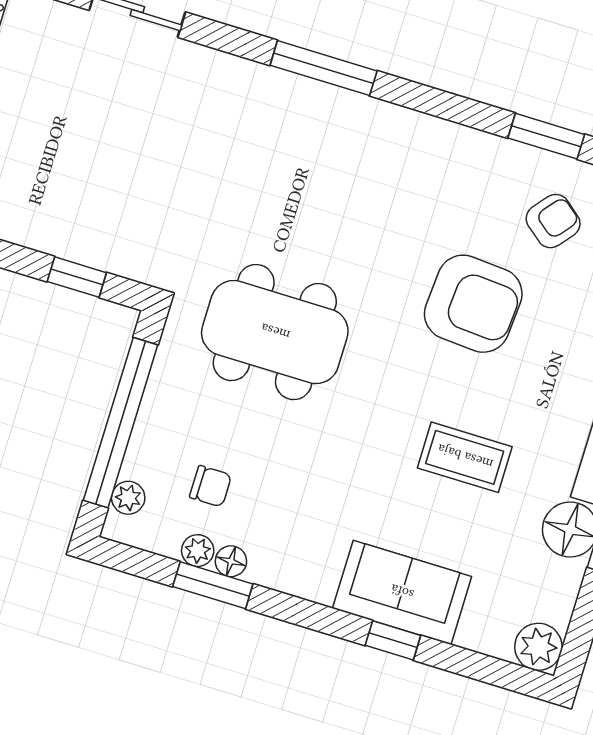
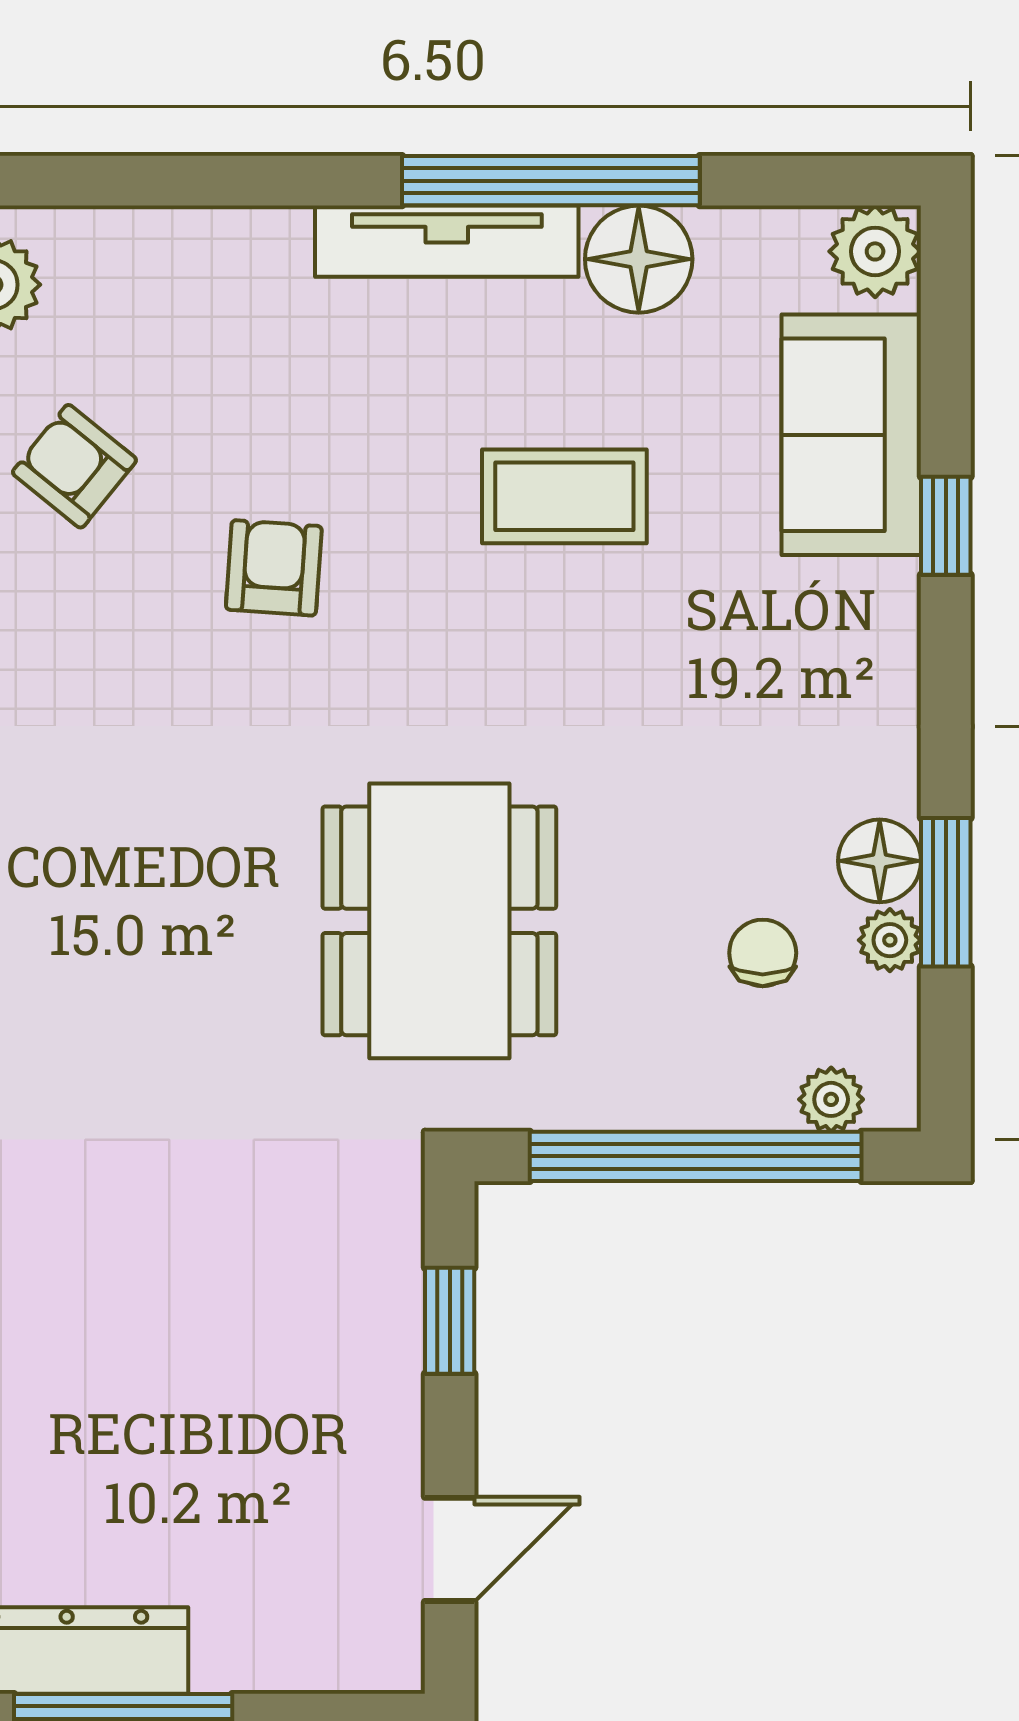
armchair: (473, 304) -> (274, 568), width x0.53, depth x0.53
coffee table: (465, 457) -> (564, 496), turned 90
floor lamp: (231, 561) -> (880, 861), width x1.37, depth x1.37
sofa: (402, 592) -> (851, 435), moved

